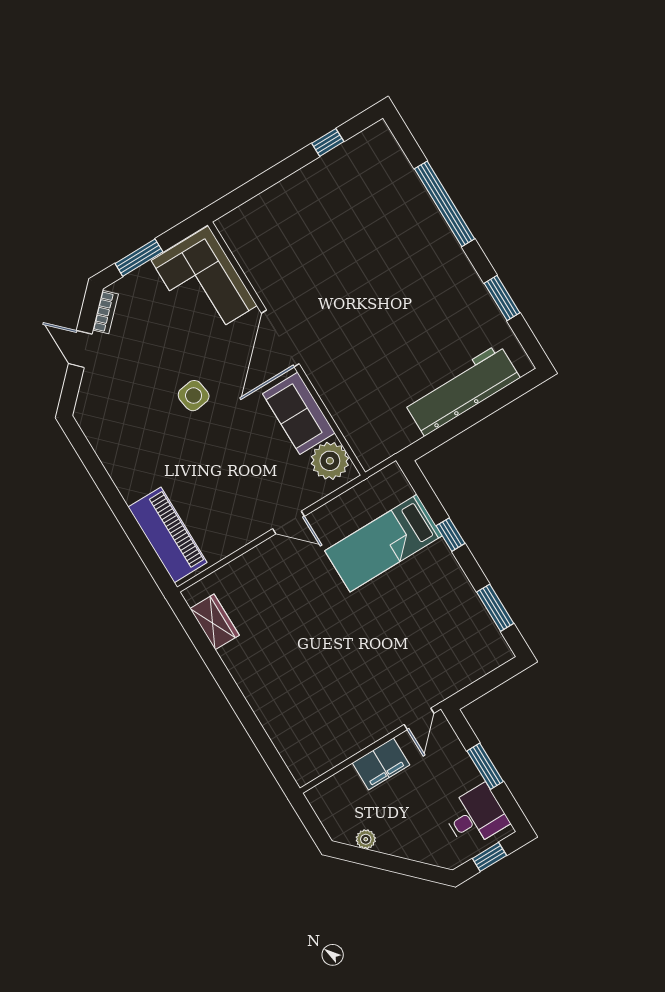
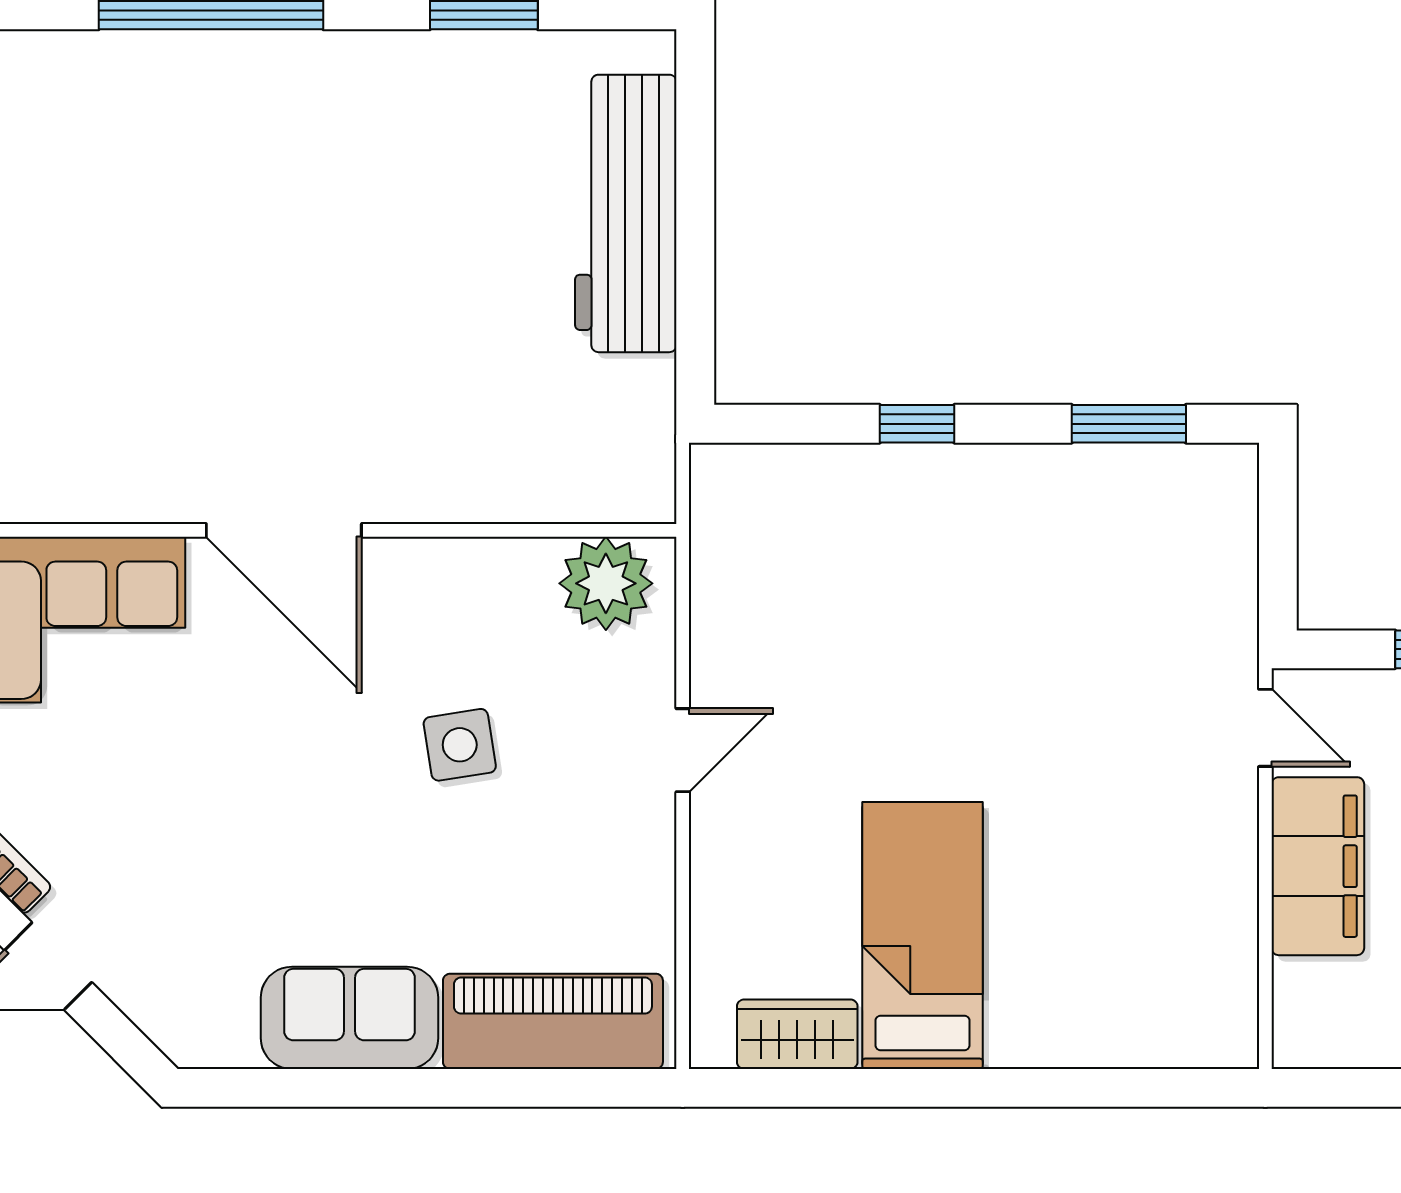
side table: (194, 396) -> (460, 745), moved
sofa: (299, 413) -> (350, 1018), moved, turned 180
bed: (384, 543) -> (923, 935), moved, turned 180
filing cabinet: (381, 764) -> (1318, 866), width x1.50, depth x1.17

